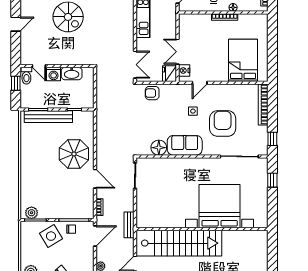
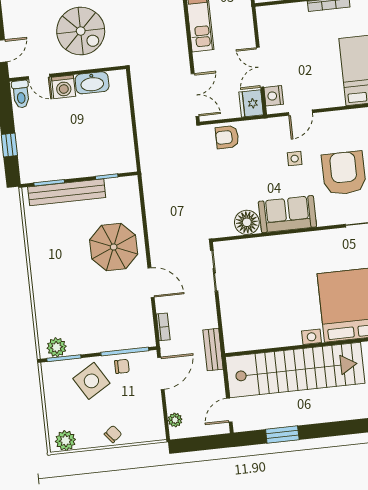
door: (39, 66) -> (39, 77), moved
wall: (57, 66) -> (68, 74), moved
washbasin: (72, 73) -> (92, 83), moved
washing machine: (54, 74) -> (64, 87), moved
toilet: (26, 76) -> (21, 94), moved

